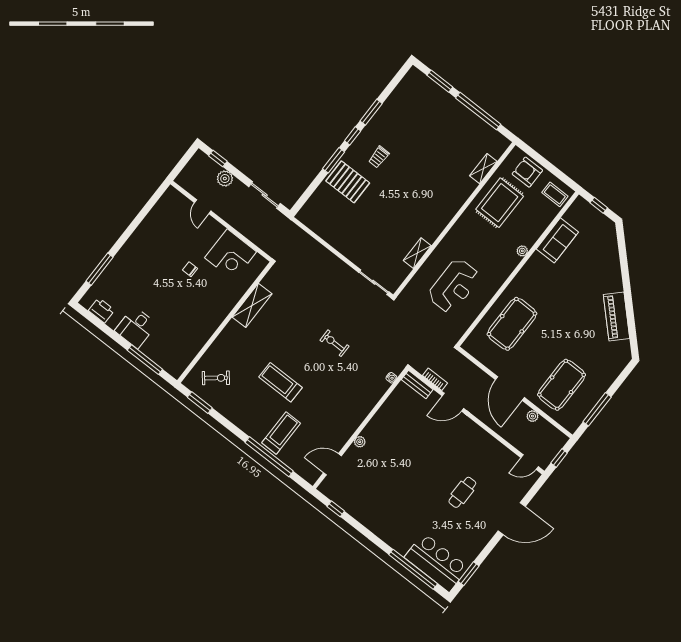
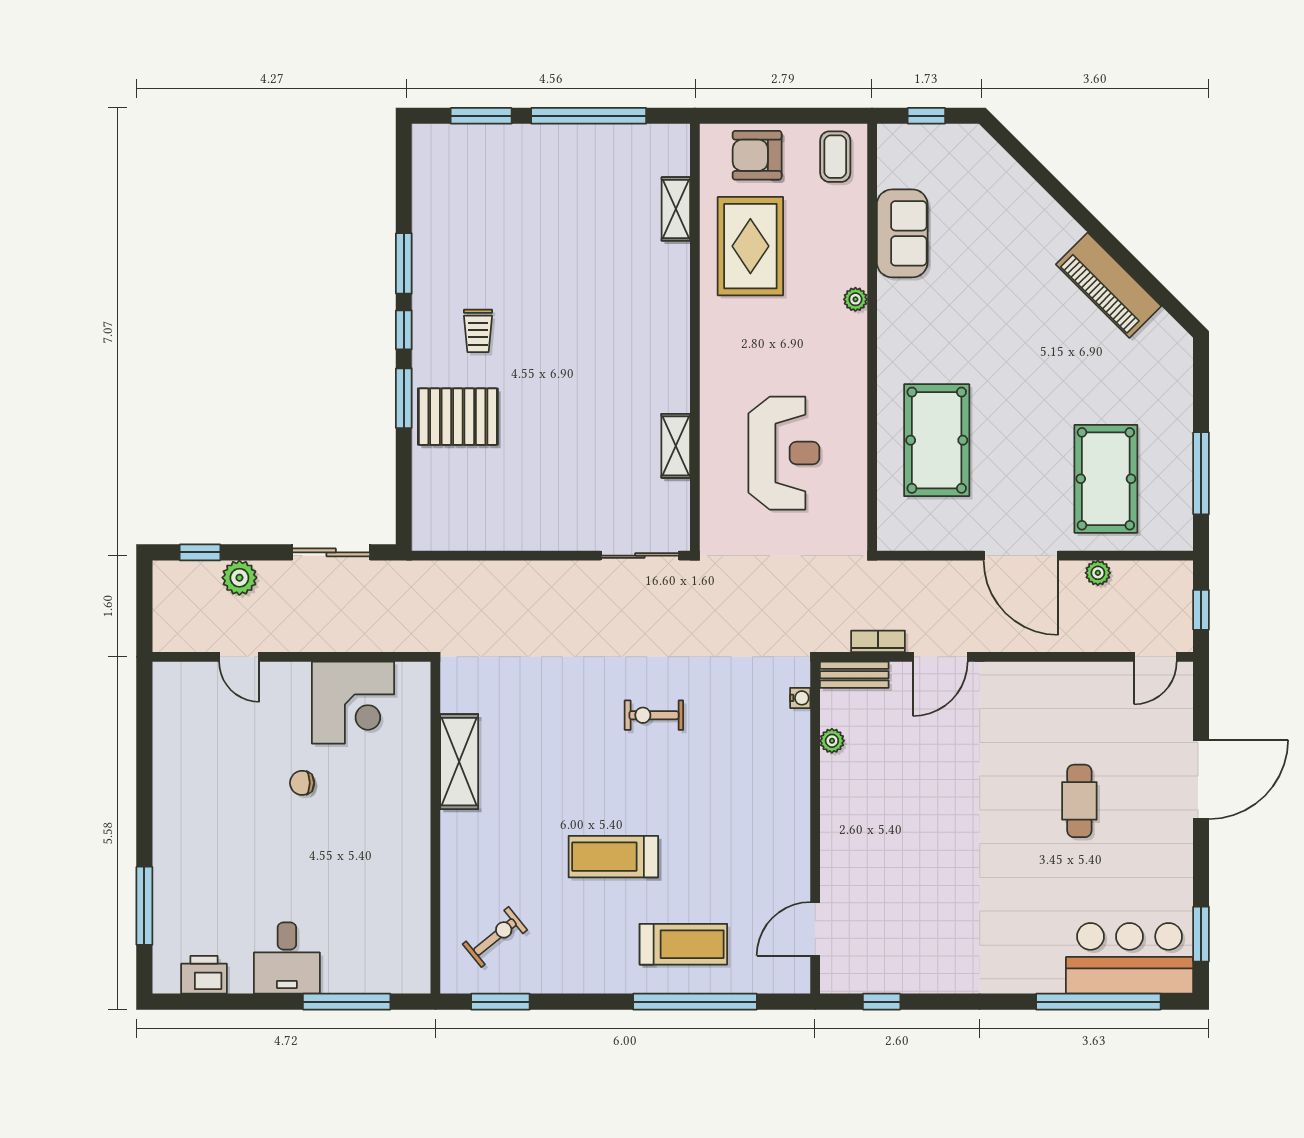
coffee table: (555, 194) -> (835, 157), turned 90
treadmill: (281, 433) -> (683, 944), turned 90
plant: (360, 442) -> (832, 741), moved

